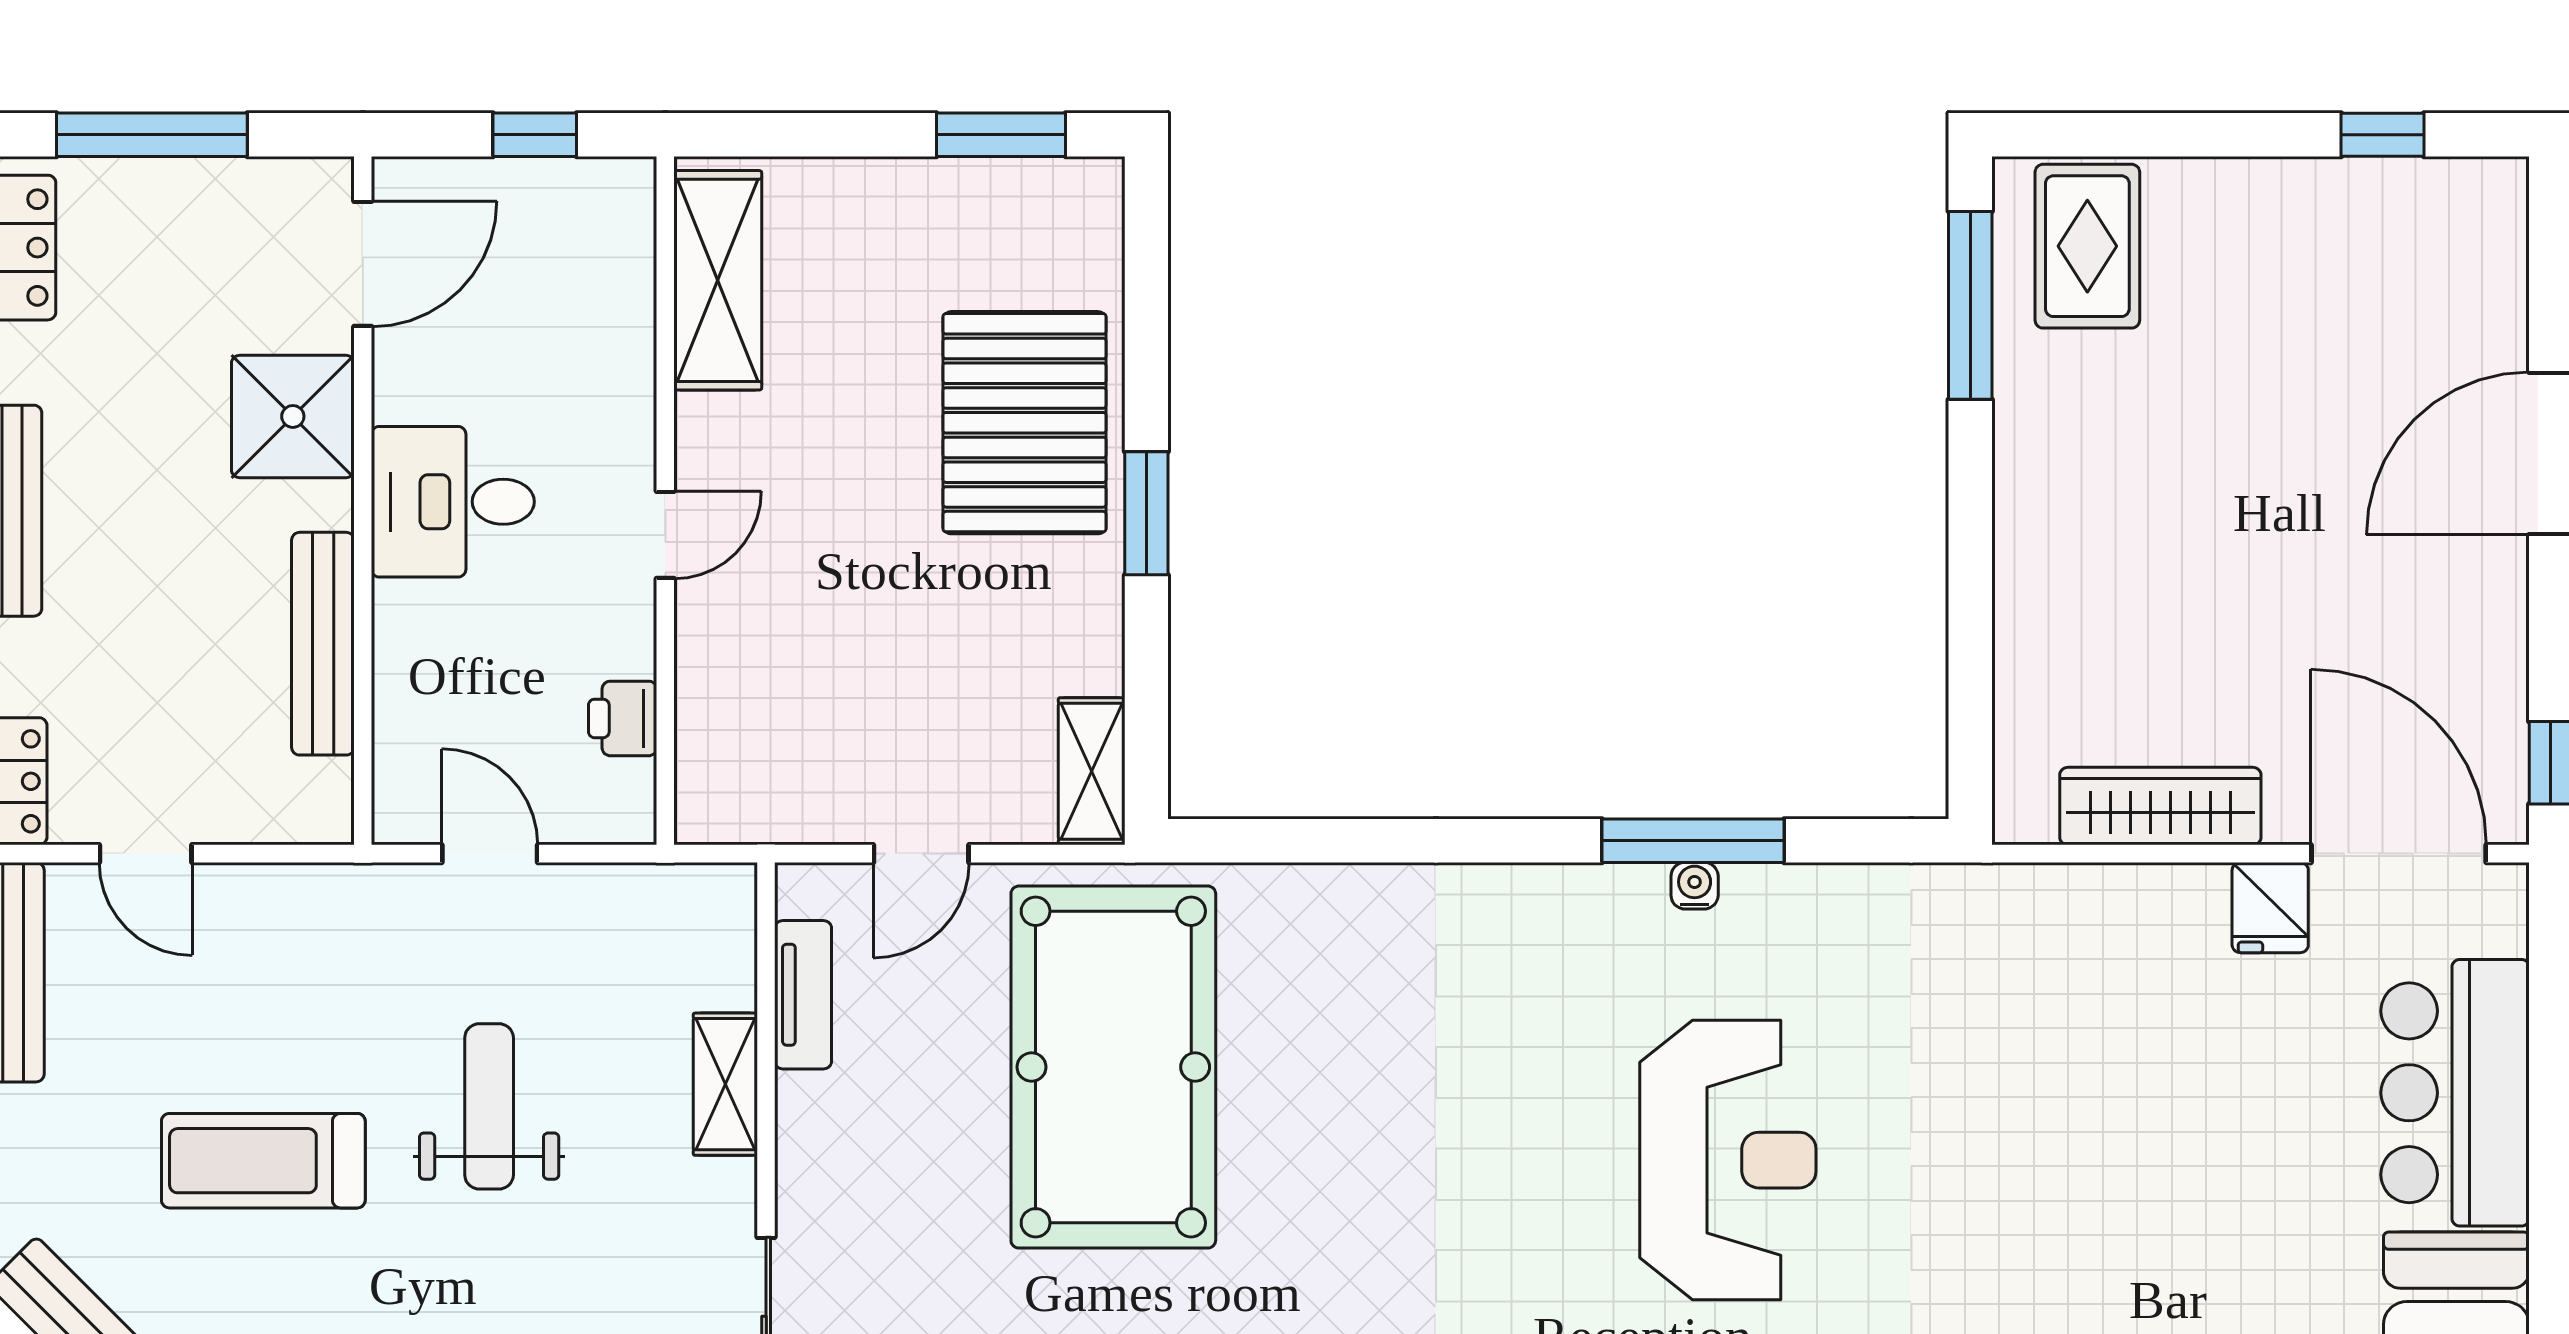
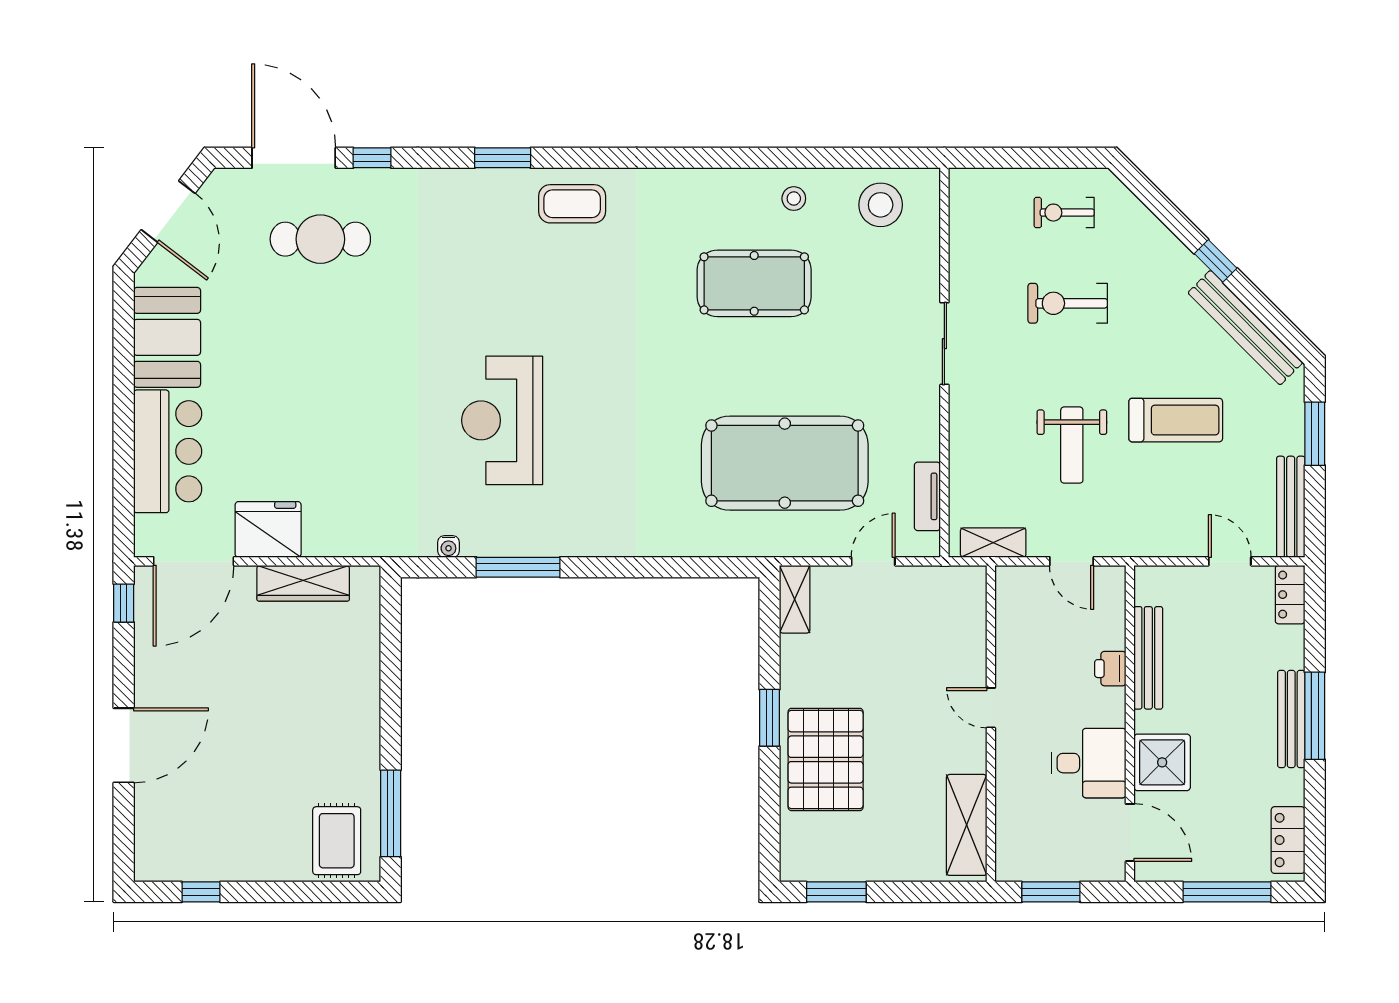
window: (535, 135) -> (1051, 892), width x1.50
door: (363, 264) -> (1130, 833), swing flipped
desk: (453, 502) -> (1089, 763), moved
door: (665, 535) -> (991, 708), hinge flipped
printer: (623, 718) -> (1110, 669), moved, turned 180
door: (2399, 854) -> (194, 561), hinge flipped
water cooler: (1695, 886) -> (448, 547), moved
fridge: (2270, 908) -> (268, 529), width x1.88, depth x1.34
pool table: (1113, 1067) -> (785, 463), turned 90
shelving: (725, 1084) -> (993, 543), moved, turned 90

